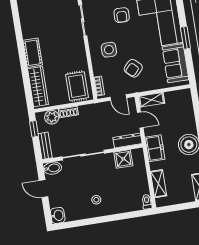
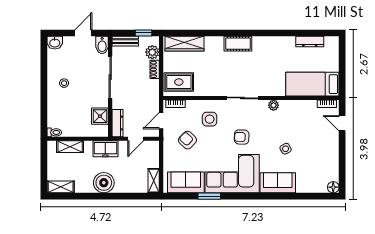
cot: (33, 53) -> (238, 44), moved
shelving: (151, 100) -> (154, 181), moved

